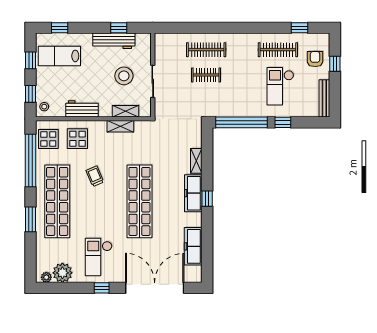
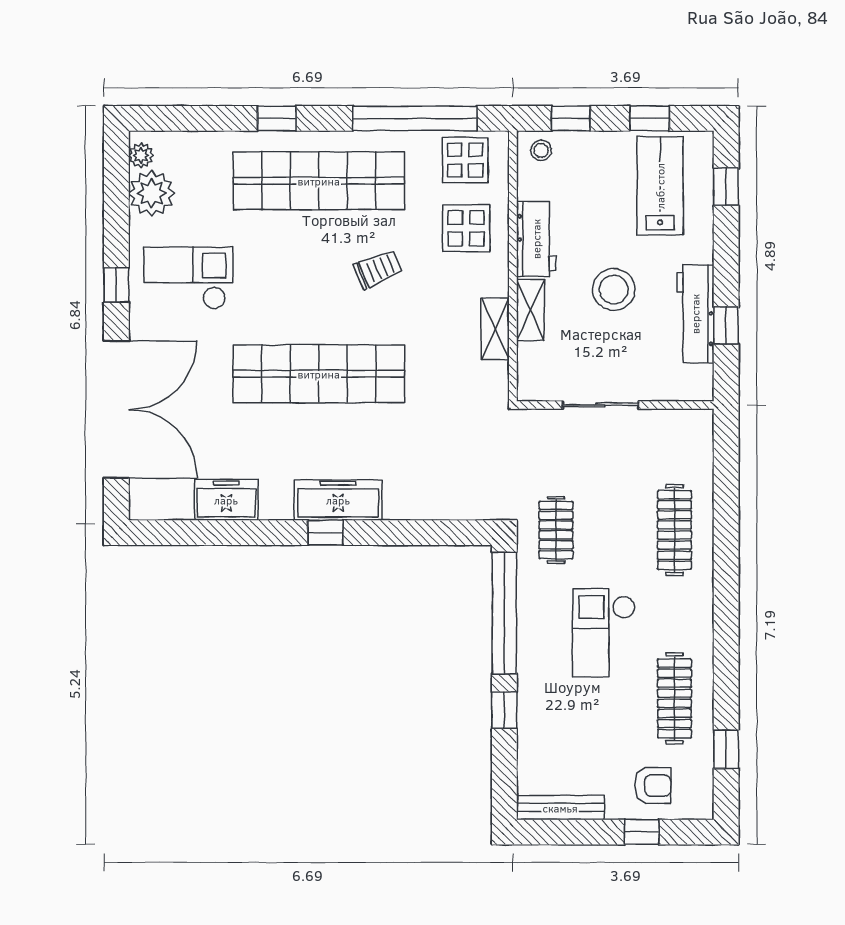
clothes rail: (206, 75) -> (556, 530), moved
stool: (124, 76) -> (614, 289), moved
checkout: (280, 86) -> (604, 633), moved, turned -90
shelving: (126, 111) -> (530, 310), moved
shelving: (196, 161) -> (414, 507), removed
window: (31, 219) -> (277, 118), width x0.67
freezer: (193, 246) -> (226, 500), width x0.71

